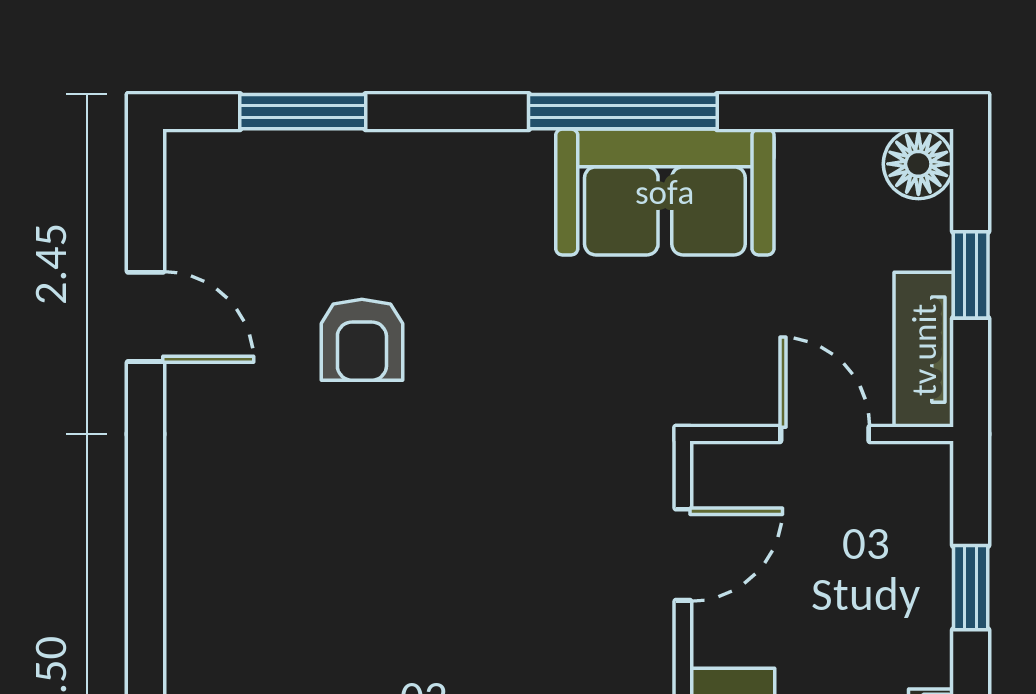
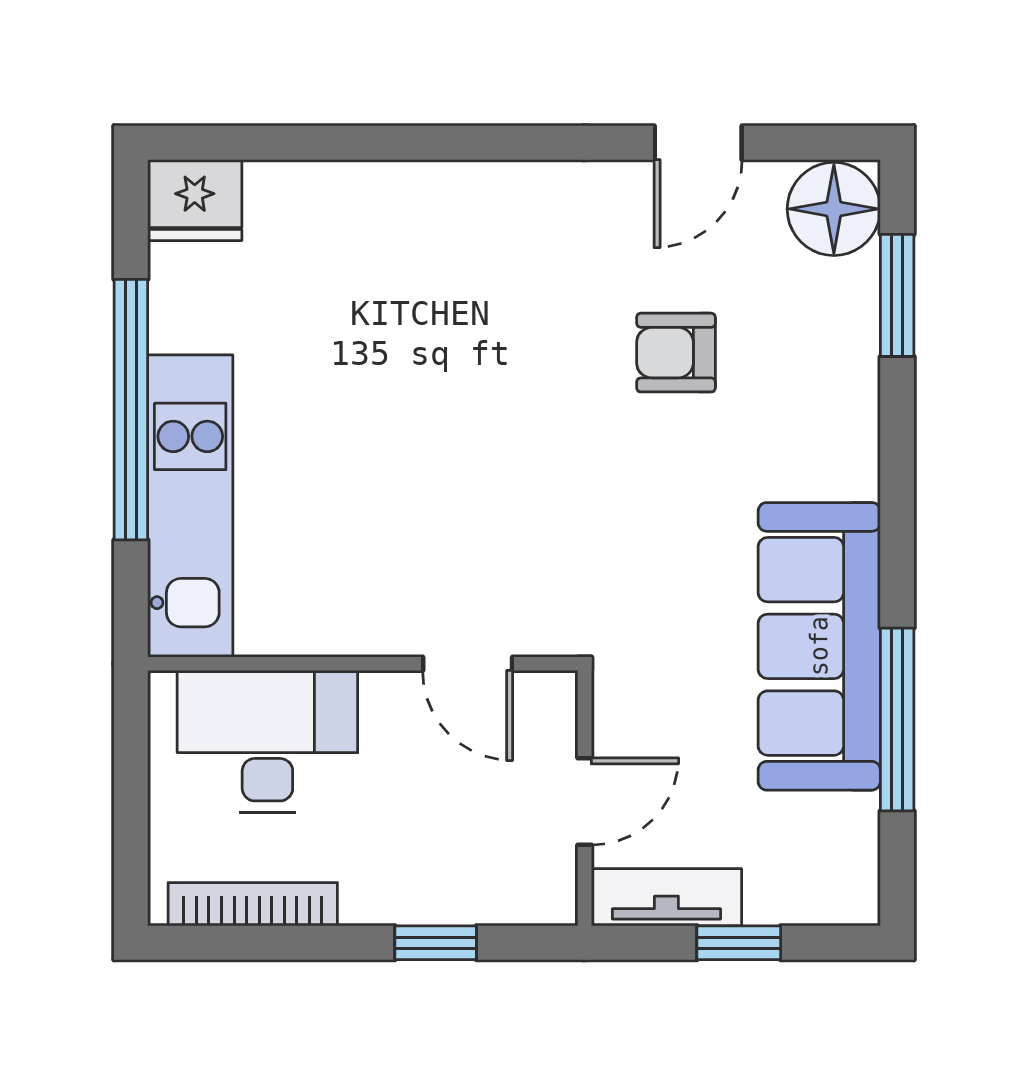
window: (623, 112) -> (897, 720), moved
floor lamp: (918, 164) -> (834, 209), moved, width x1.38, depth x1.38
sofa: (665, 192) -> (819, 646), width x1.36

